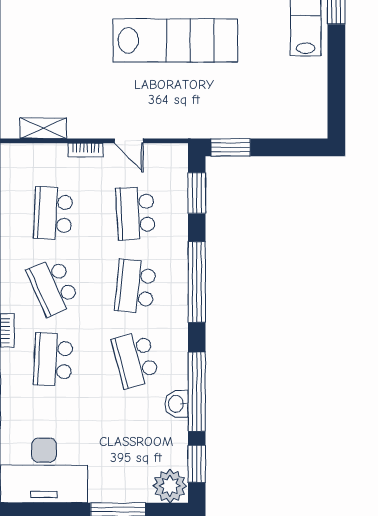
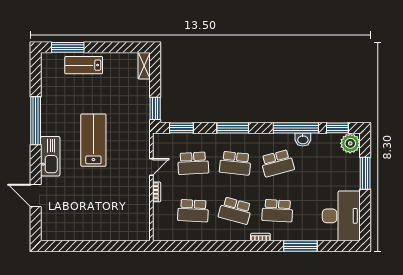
lab bench: (175, 40) -> (93, 140), width x0.73
shelving: (43, 128) -> (144, 66), moved
window: (197, 282) -> (233, 128), width x0.68
school desk: (53, 286) -> (235, 211), turned 39

